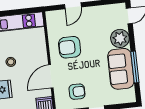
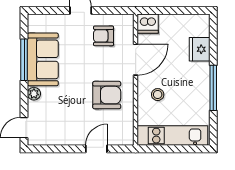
plant: (120, 38) -> (34, 94), width x0.53, depth x0.53
stool: (11, 62) -> (158, 95), moved

